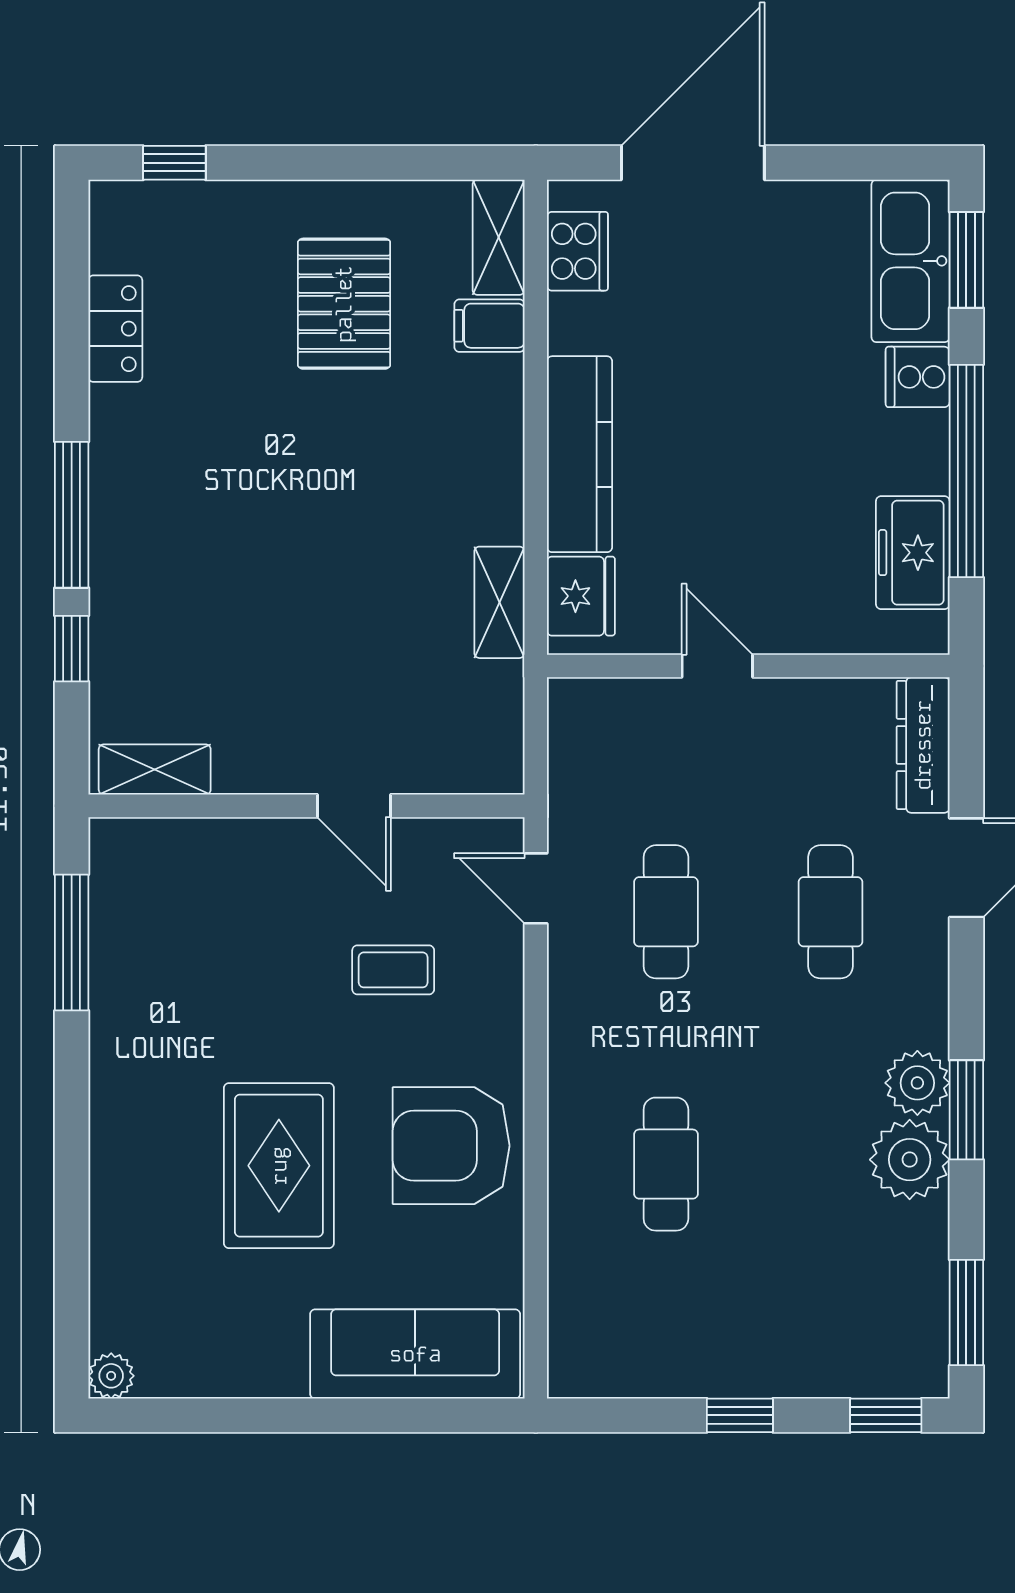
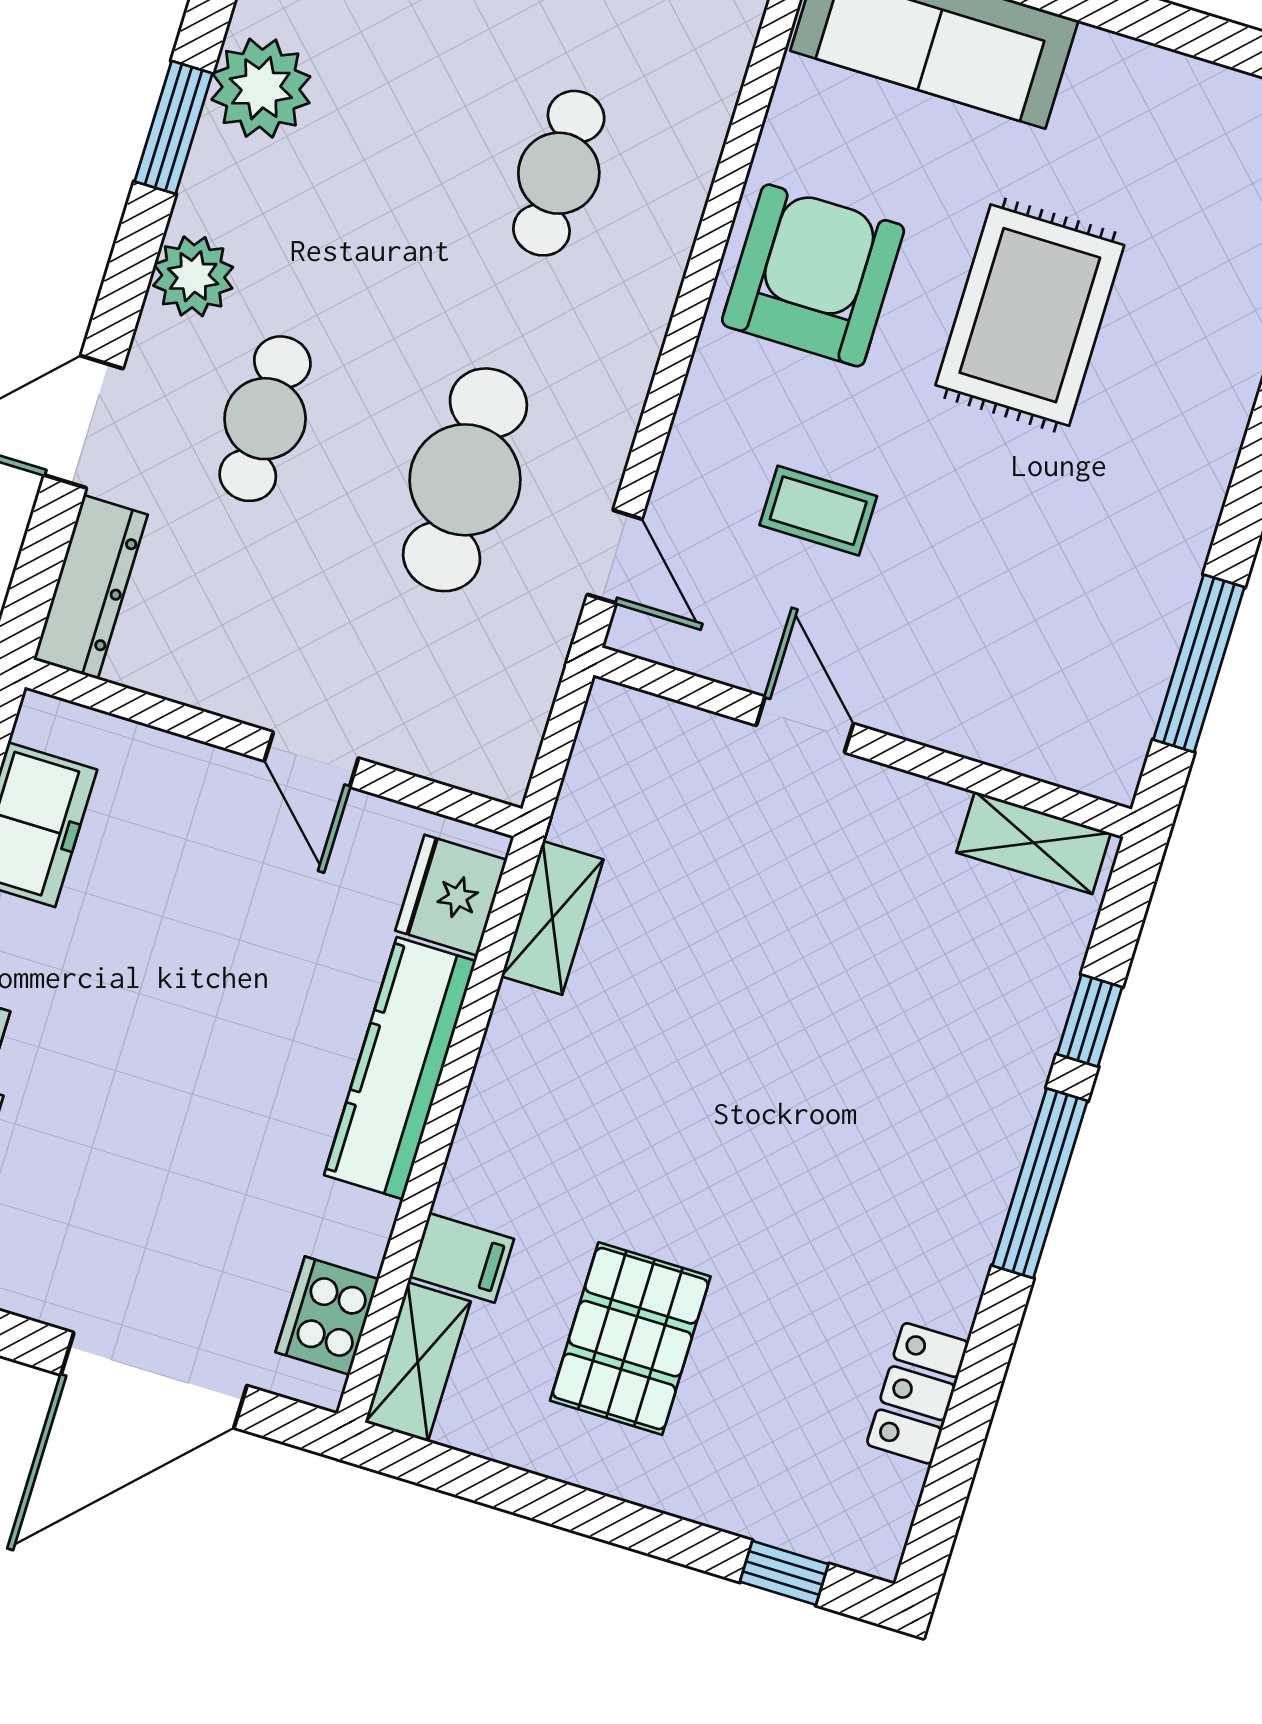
cafe table: (666, 912) -> (465, 480), width x1.37, depth x1.35
plant: (917, 1083) -> (193, 276), moved
armchair: (451, 1146) -> (813, 275), turned -90

